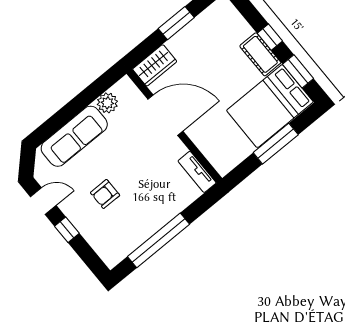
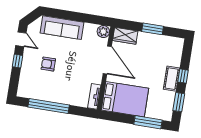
plant: (107, 103) -> (103, 32), moved
bed: (270, 106) -> (125, 99), moved, turned 180
window: (276, 144) -> (148, 122), moved

